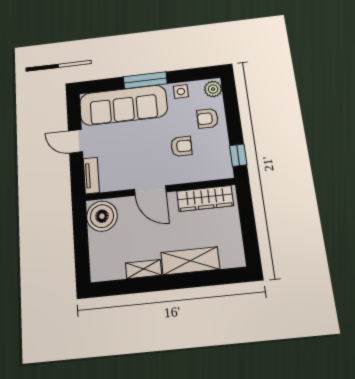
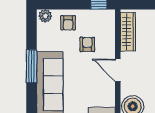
side table: (181, 92) -> (44, 40), removed
door: (150, 191) -> (118, 70), swing flipped

